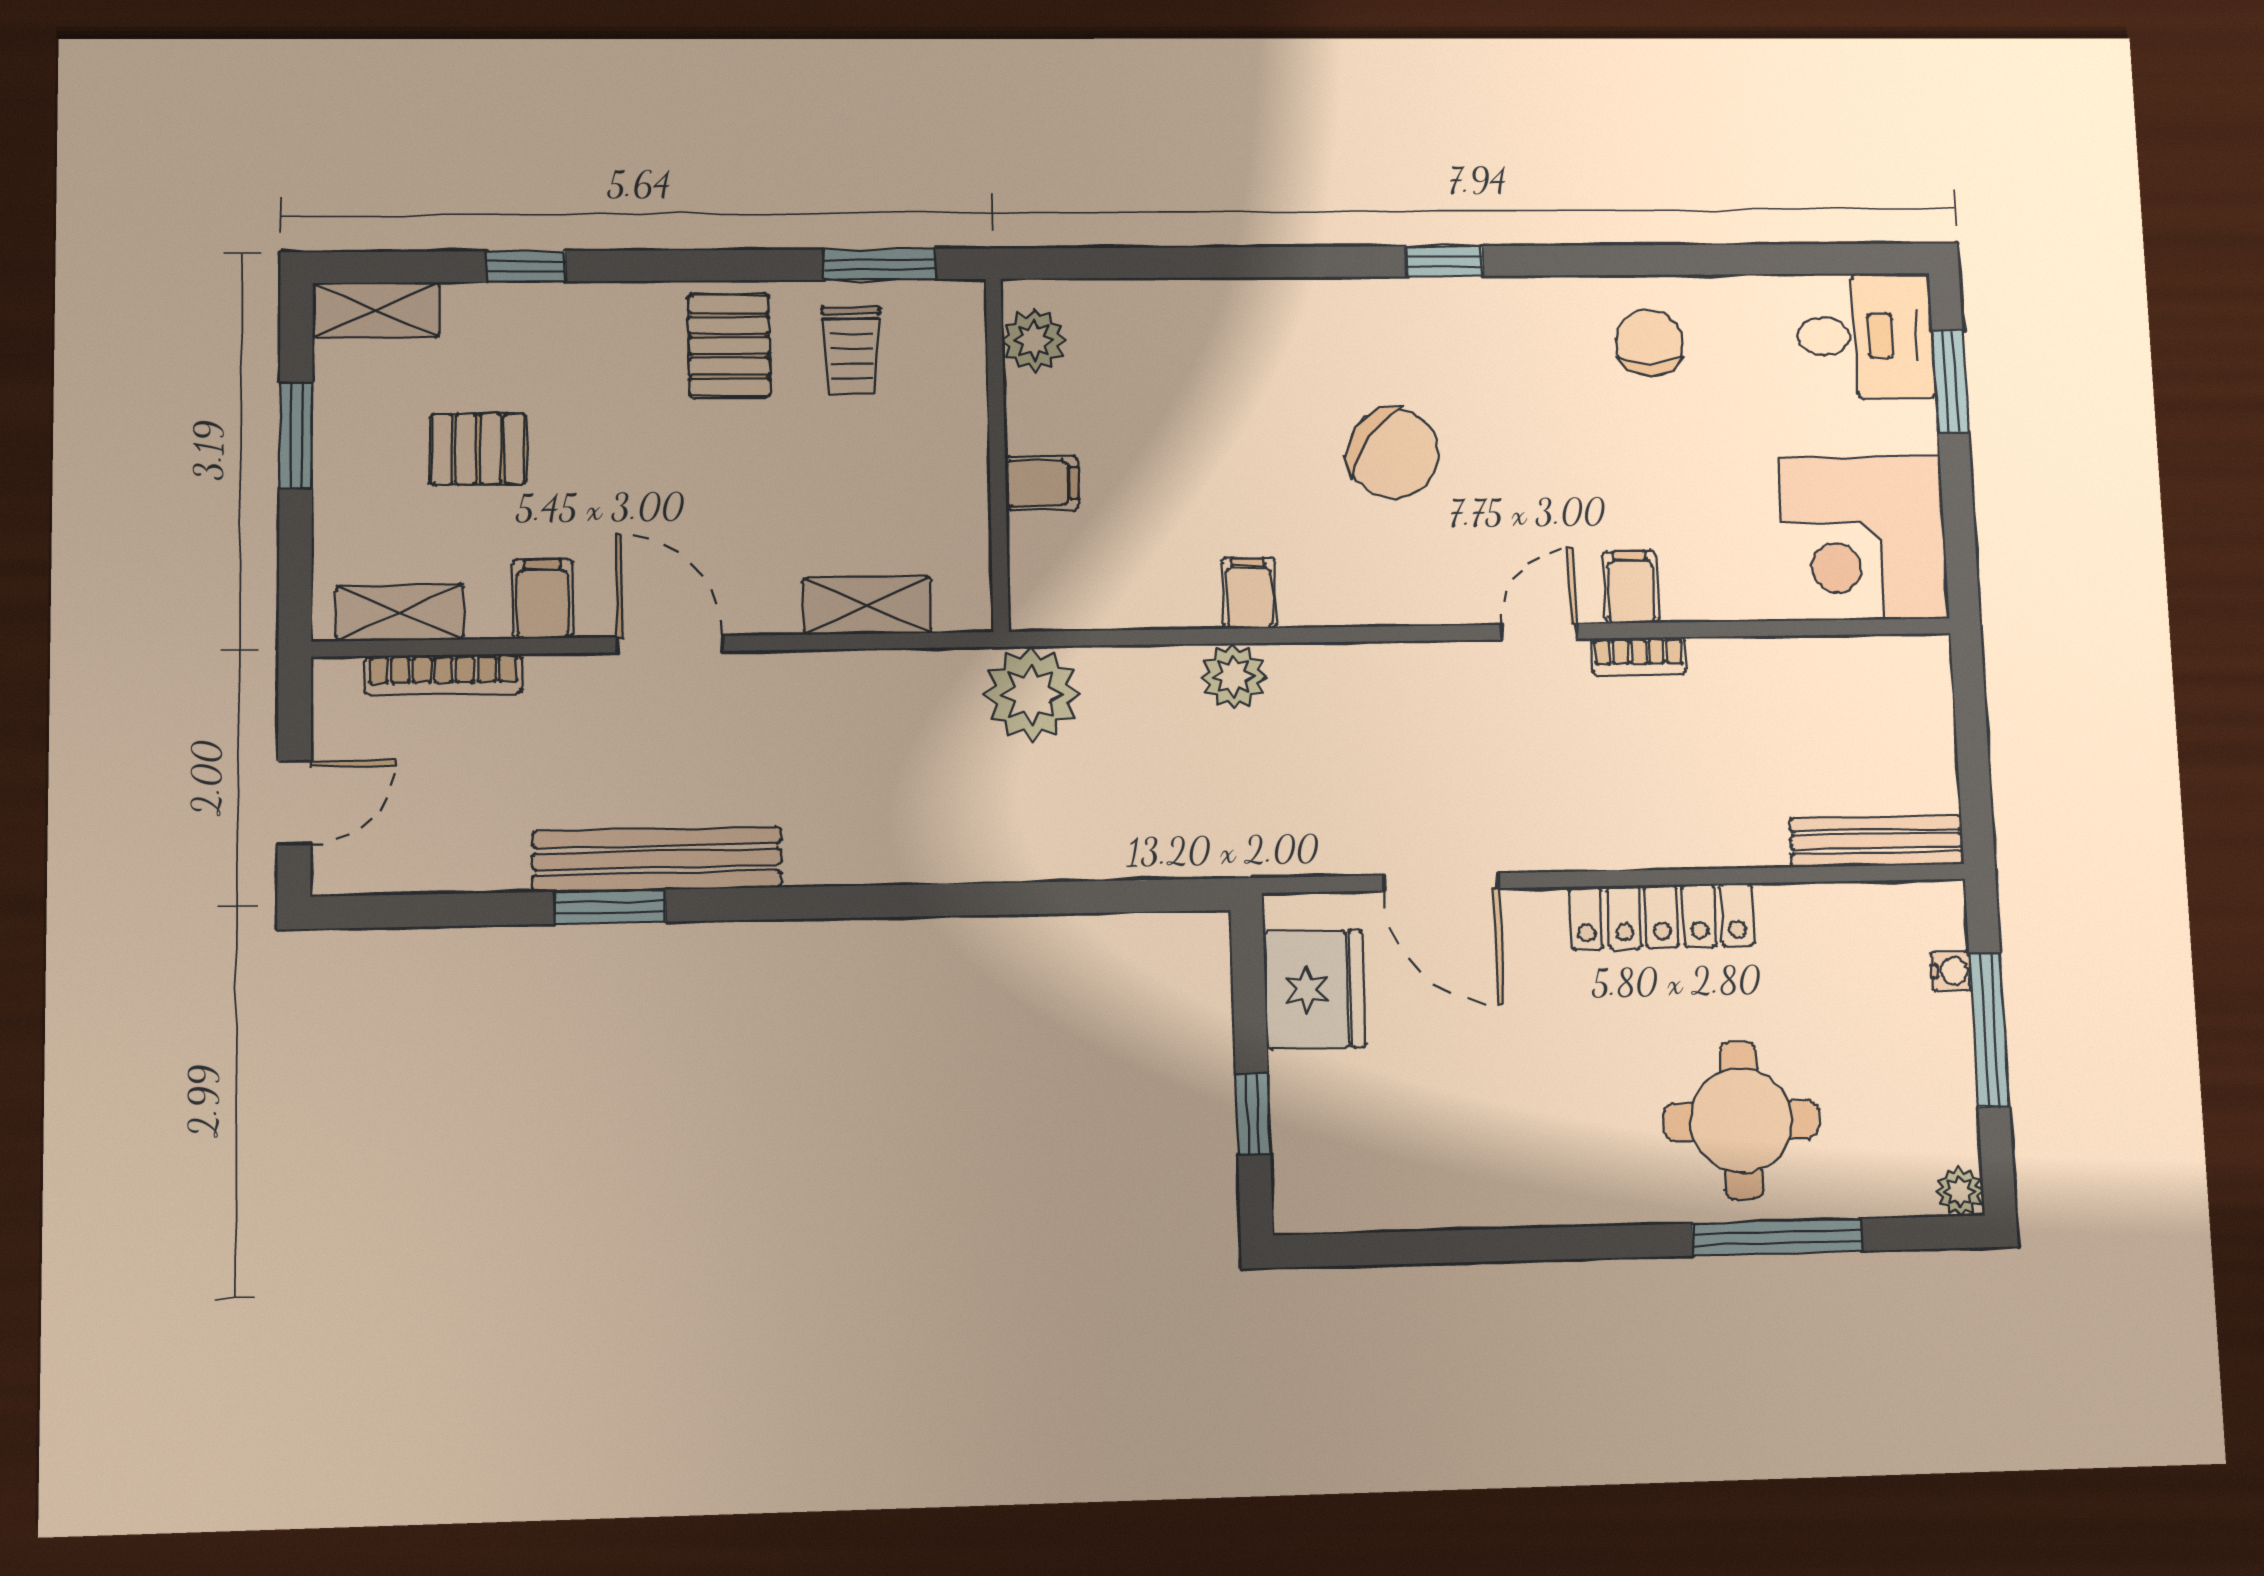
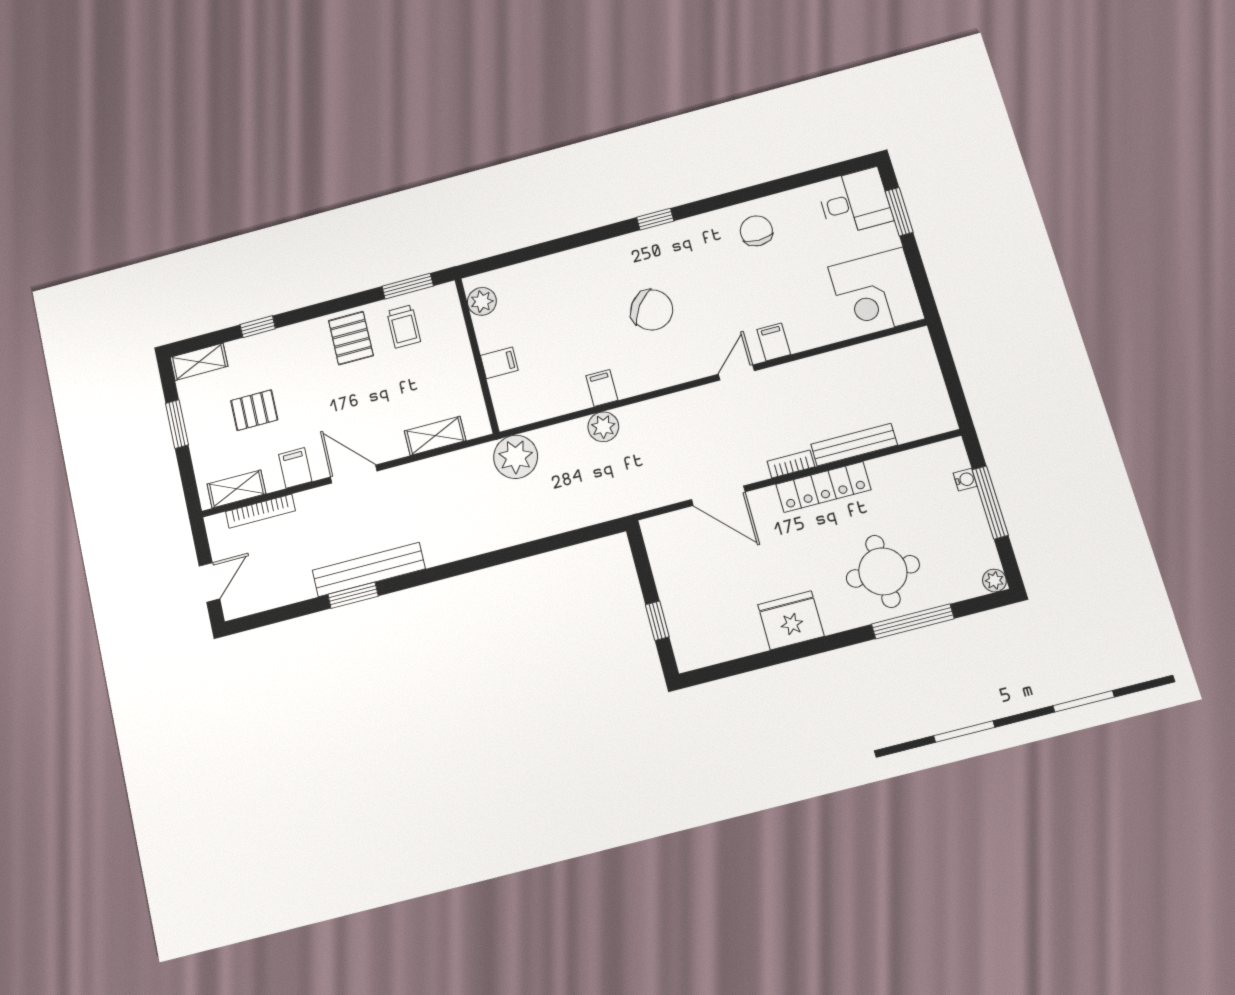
bookcase: (1639, 656) -> (791, 464), moved, turned 180
bench: (1877, 841) -> (854, 445), moved
fridge: (1314, 989) -> (791, 620), moved, turned -90

